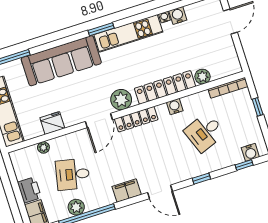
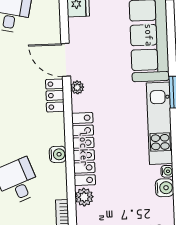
plant: (121, 100) -> (77, 87), width x0.53, depth x0.53
locker: (136, 119) -> (55, 95), width x0.66

